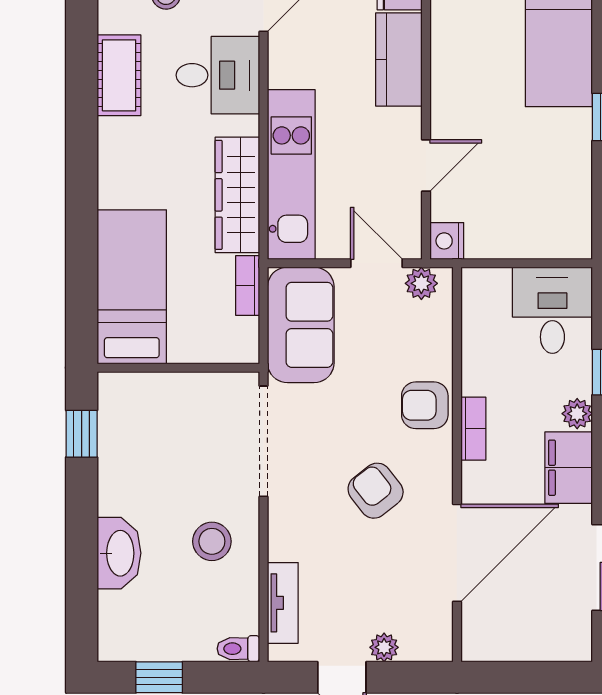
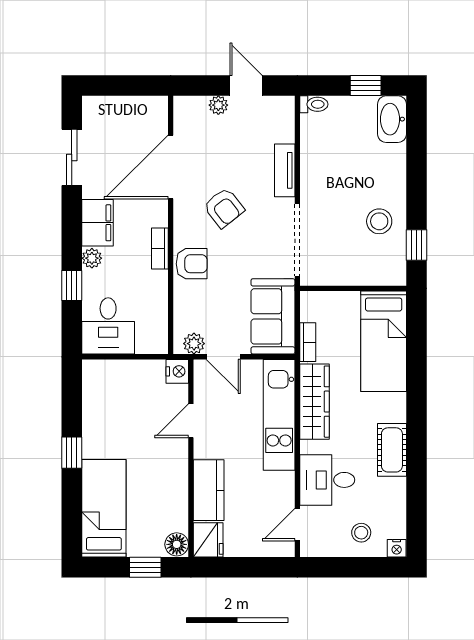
cot: (119, 75) -> (392, 450), moved
stool: (212, 541) -> (379, 221), moved
washbasin: (119, 553) -> (392, 119), moved
tv unit: (283, 603) -> (285, 170), moved

